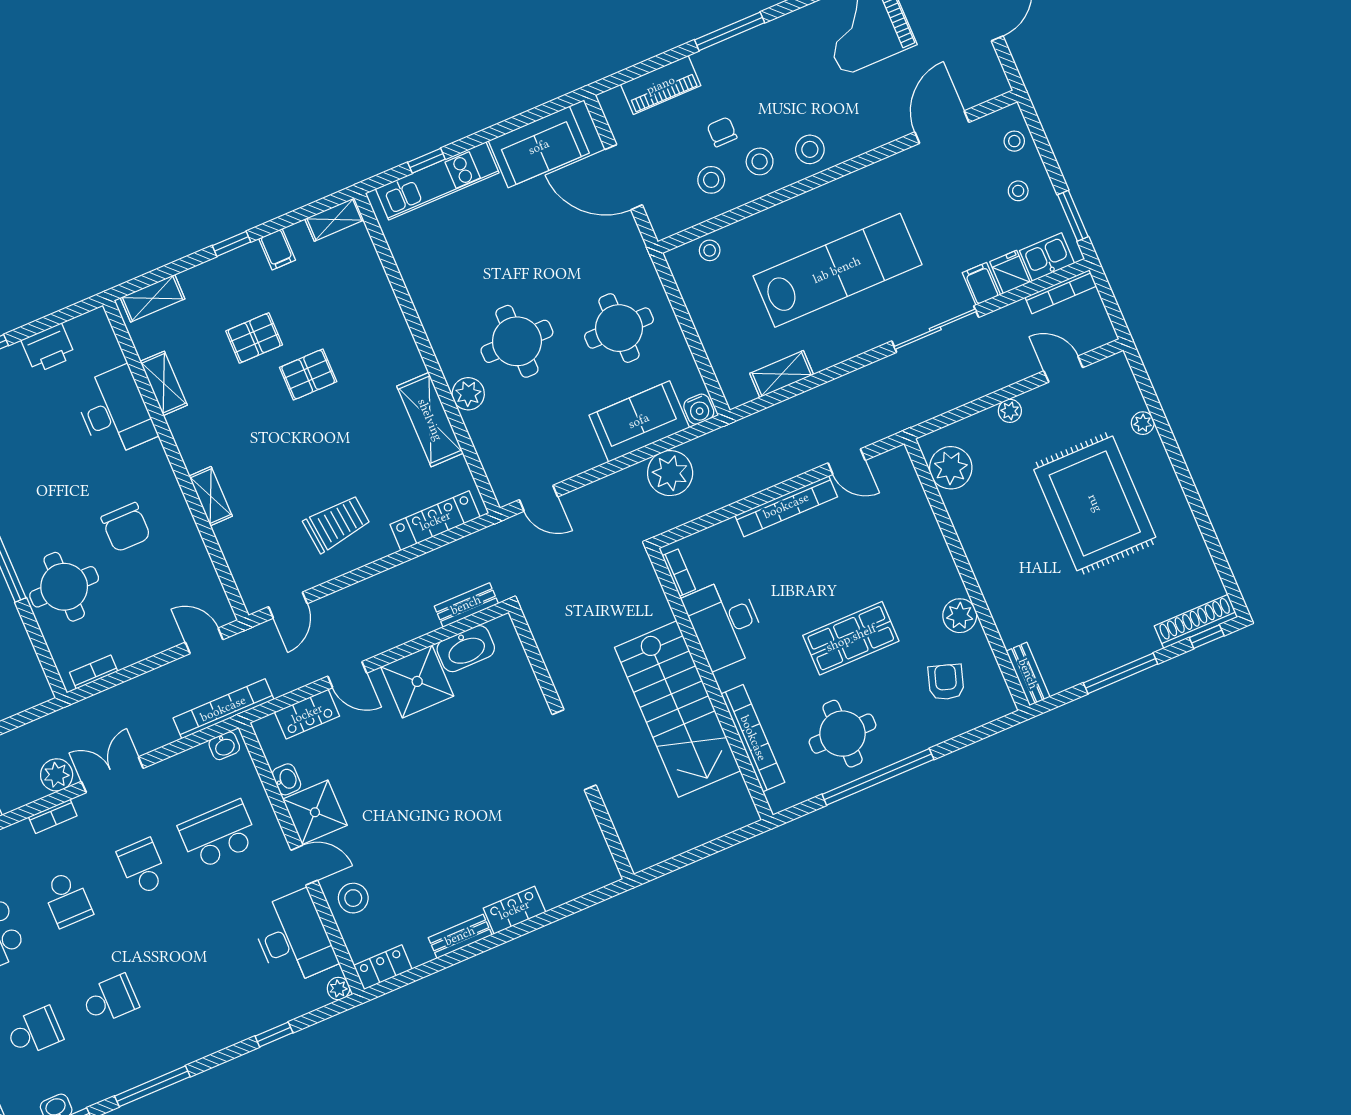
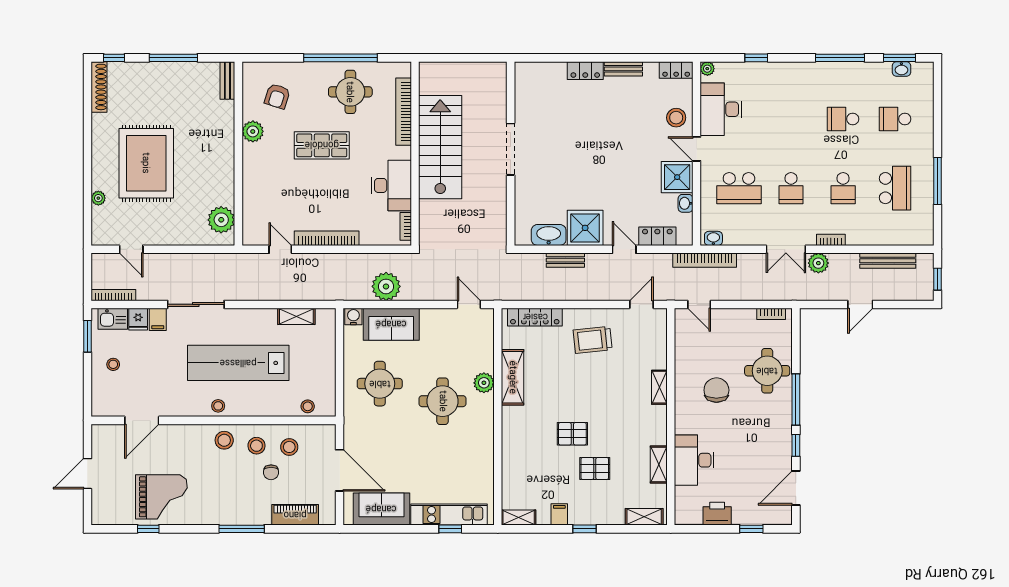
stool: (1014, 141) -> (218, 406), moved
plant: (1010, 411) -> (173, 238), removed
bench: (466, 605) -> (565, 260), moved
shoe rack: (1196, 621) -> (99, 87), moved, turned -90
school desk: (67, 899) -> (843, 188), turned 180

